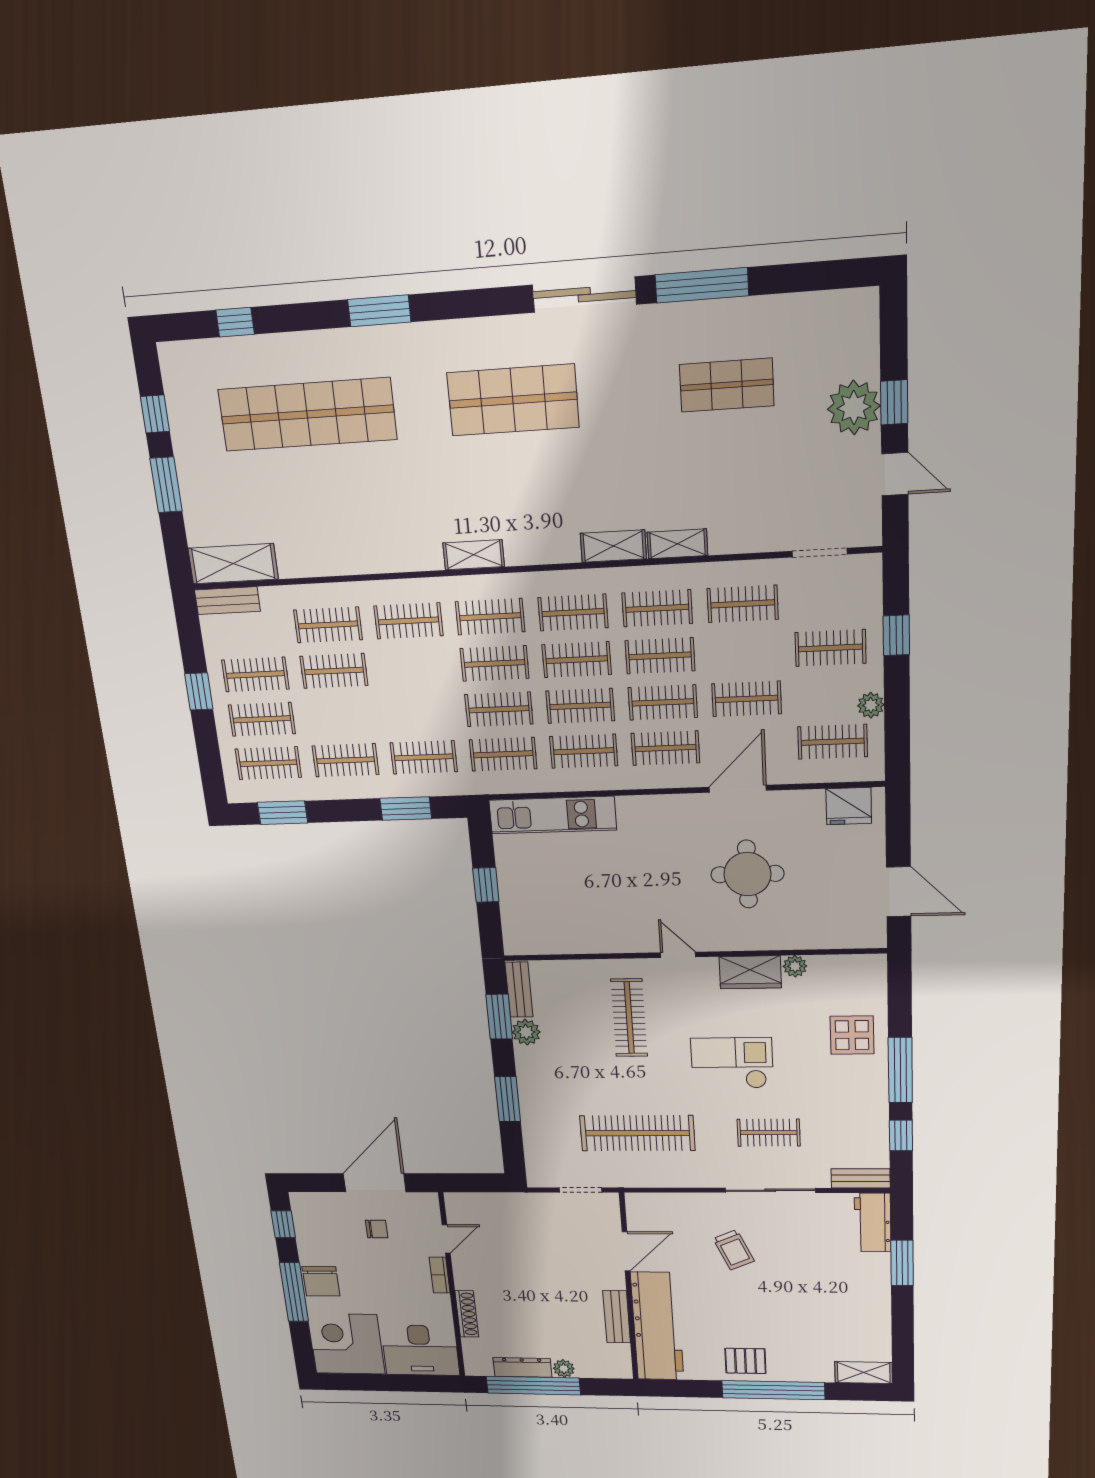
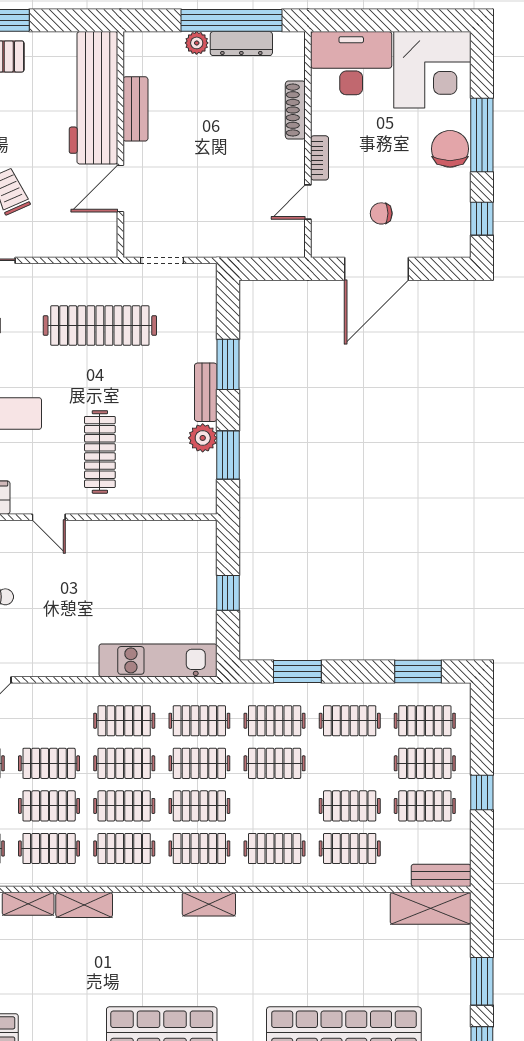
clothes rail: (665, 748) -> (275, 763), moved
bench: (519, 990) -> (206, 392), moved

